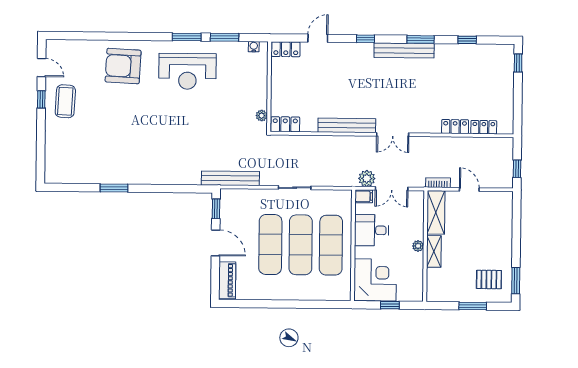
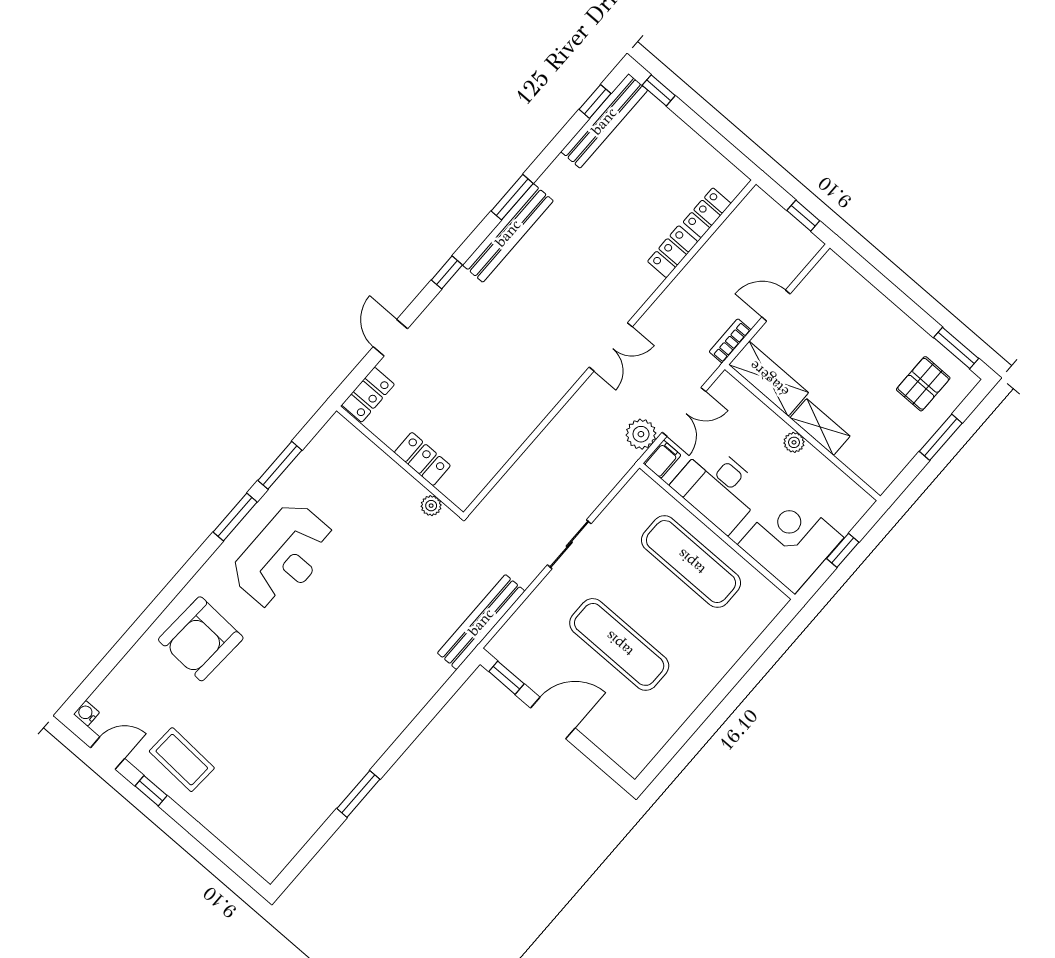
window: (467, 40) -> (595, 101), moved
water cooler: (254, 47) -> (86, 713), moved
locker: (285, 124) -> (422, 459), moved, turned 90
bench: (347, 125) -> (604, 121), moved
desk: (372, 230) -> (718, 488), width x1.37
exercise mat: (301, 245) -> (655, 603), removed
piano: (227, 280) -> (618, 746), removed

